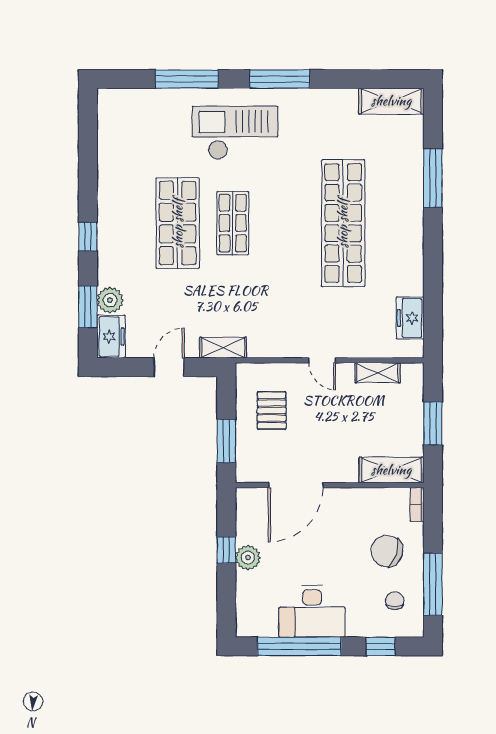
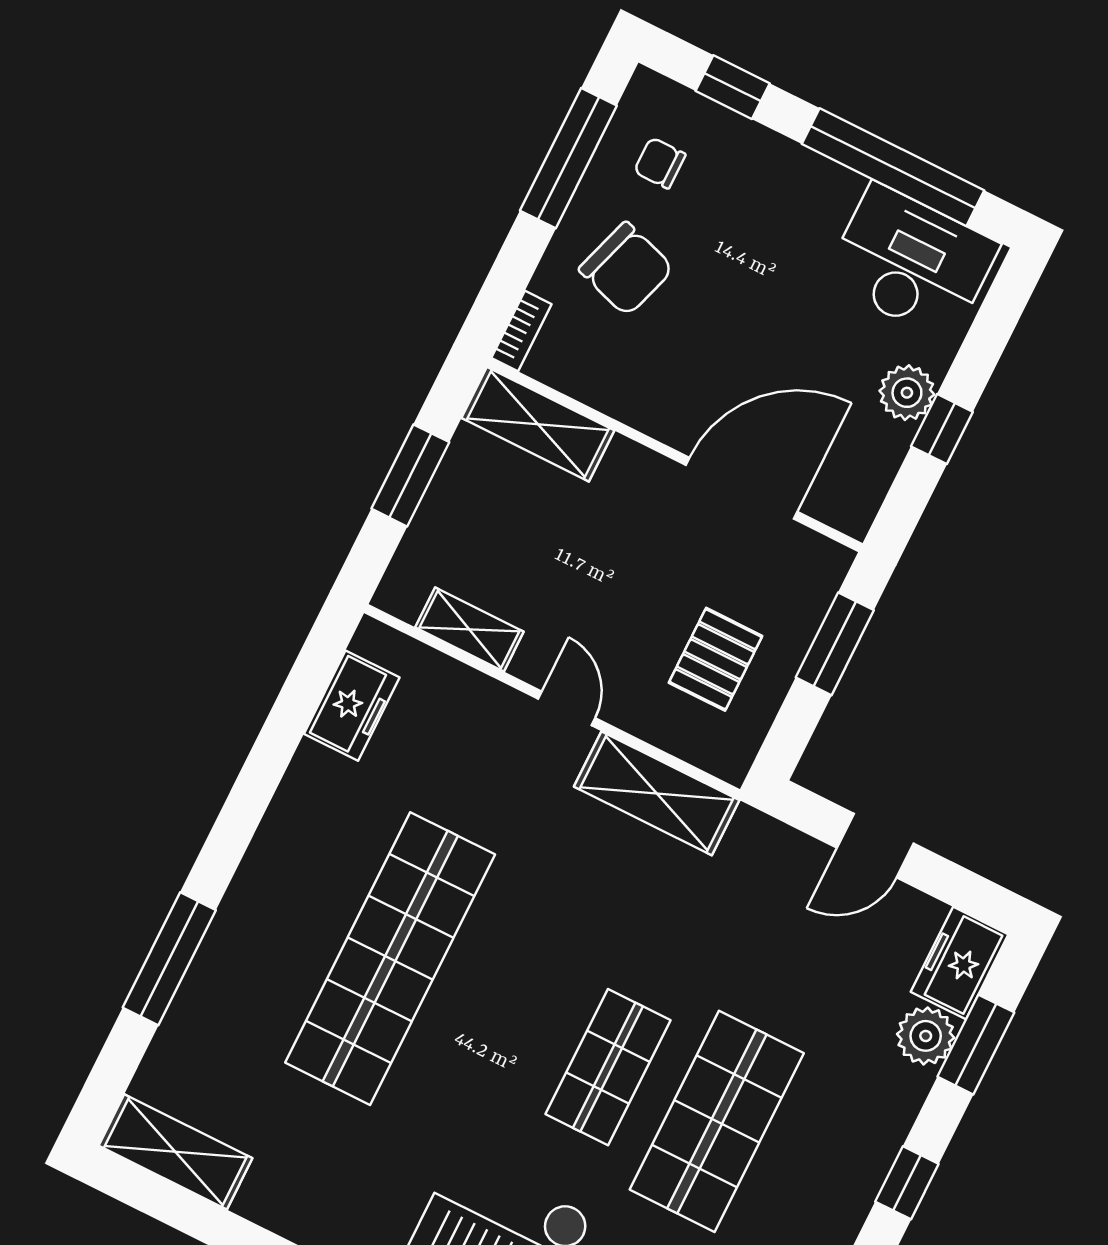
shelving: (223, 348) -> (657, 793), moved, width x1.50, depth x1.33
chair: (395, 601) -> (660, 163), turned 90
desk: (312, 611) -> (911, 262), moved

